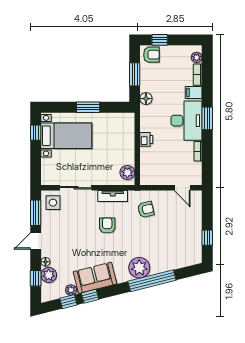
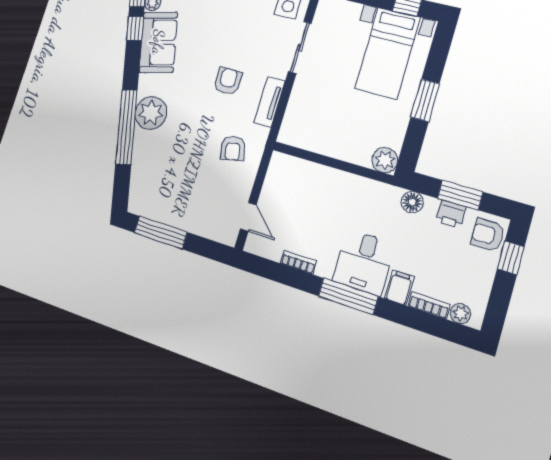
armchair: (151, 55) -> (488, 235), turned 90
window: (207, 118) -> (348, 296), width x1.44
desk: (186, 121) -> (364, 262), width x0.73
printer: (146, 139) -> (451, 214), moved
plant: (127, 173) -> (385, 160), moved
door: (182, 188) -> (248, 217), swing flipped
armchair: (107, 225) -> (228, 81), turned -90
window: (207, 238) -> (161, 232), width x2.17

